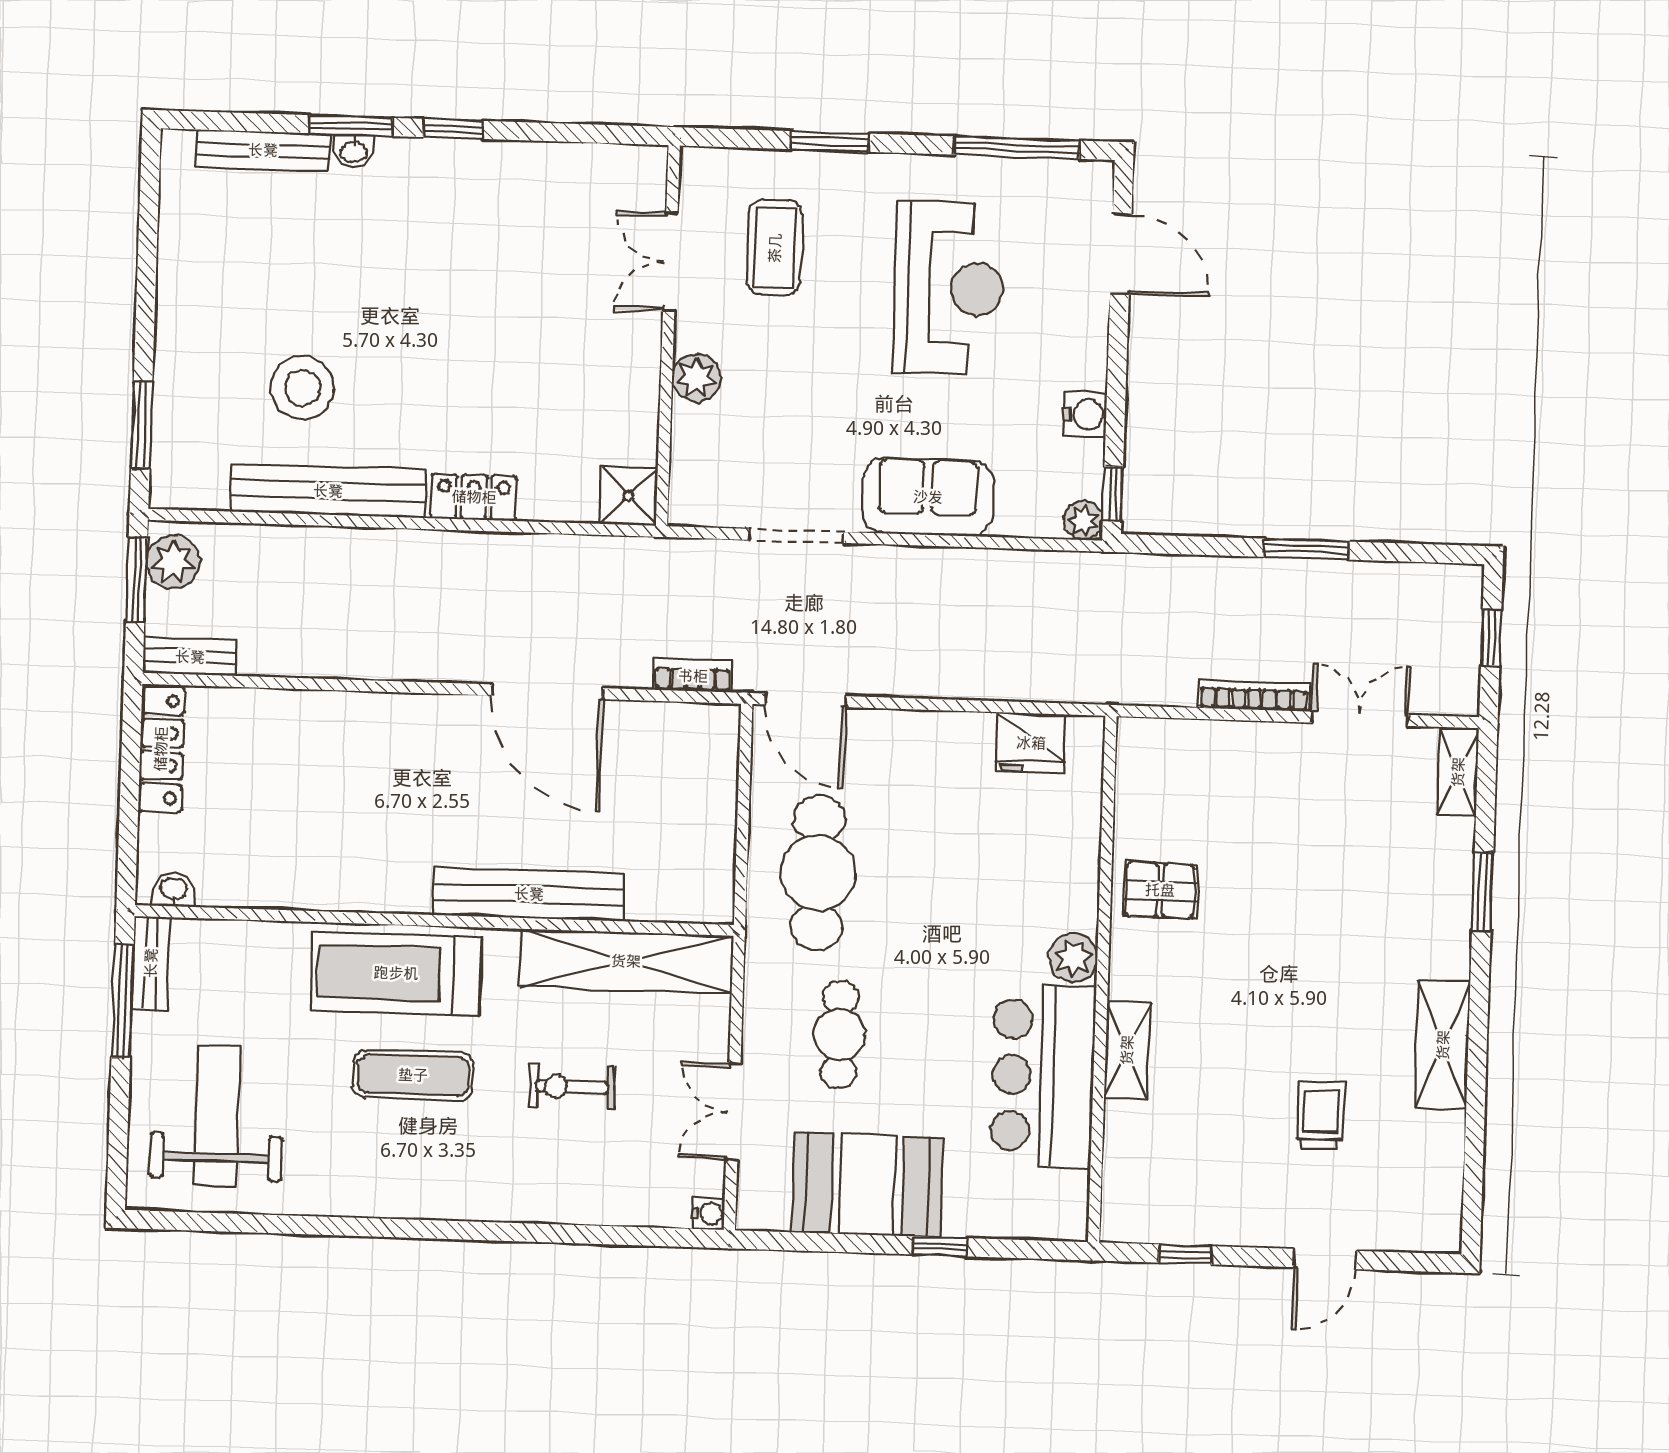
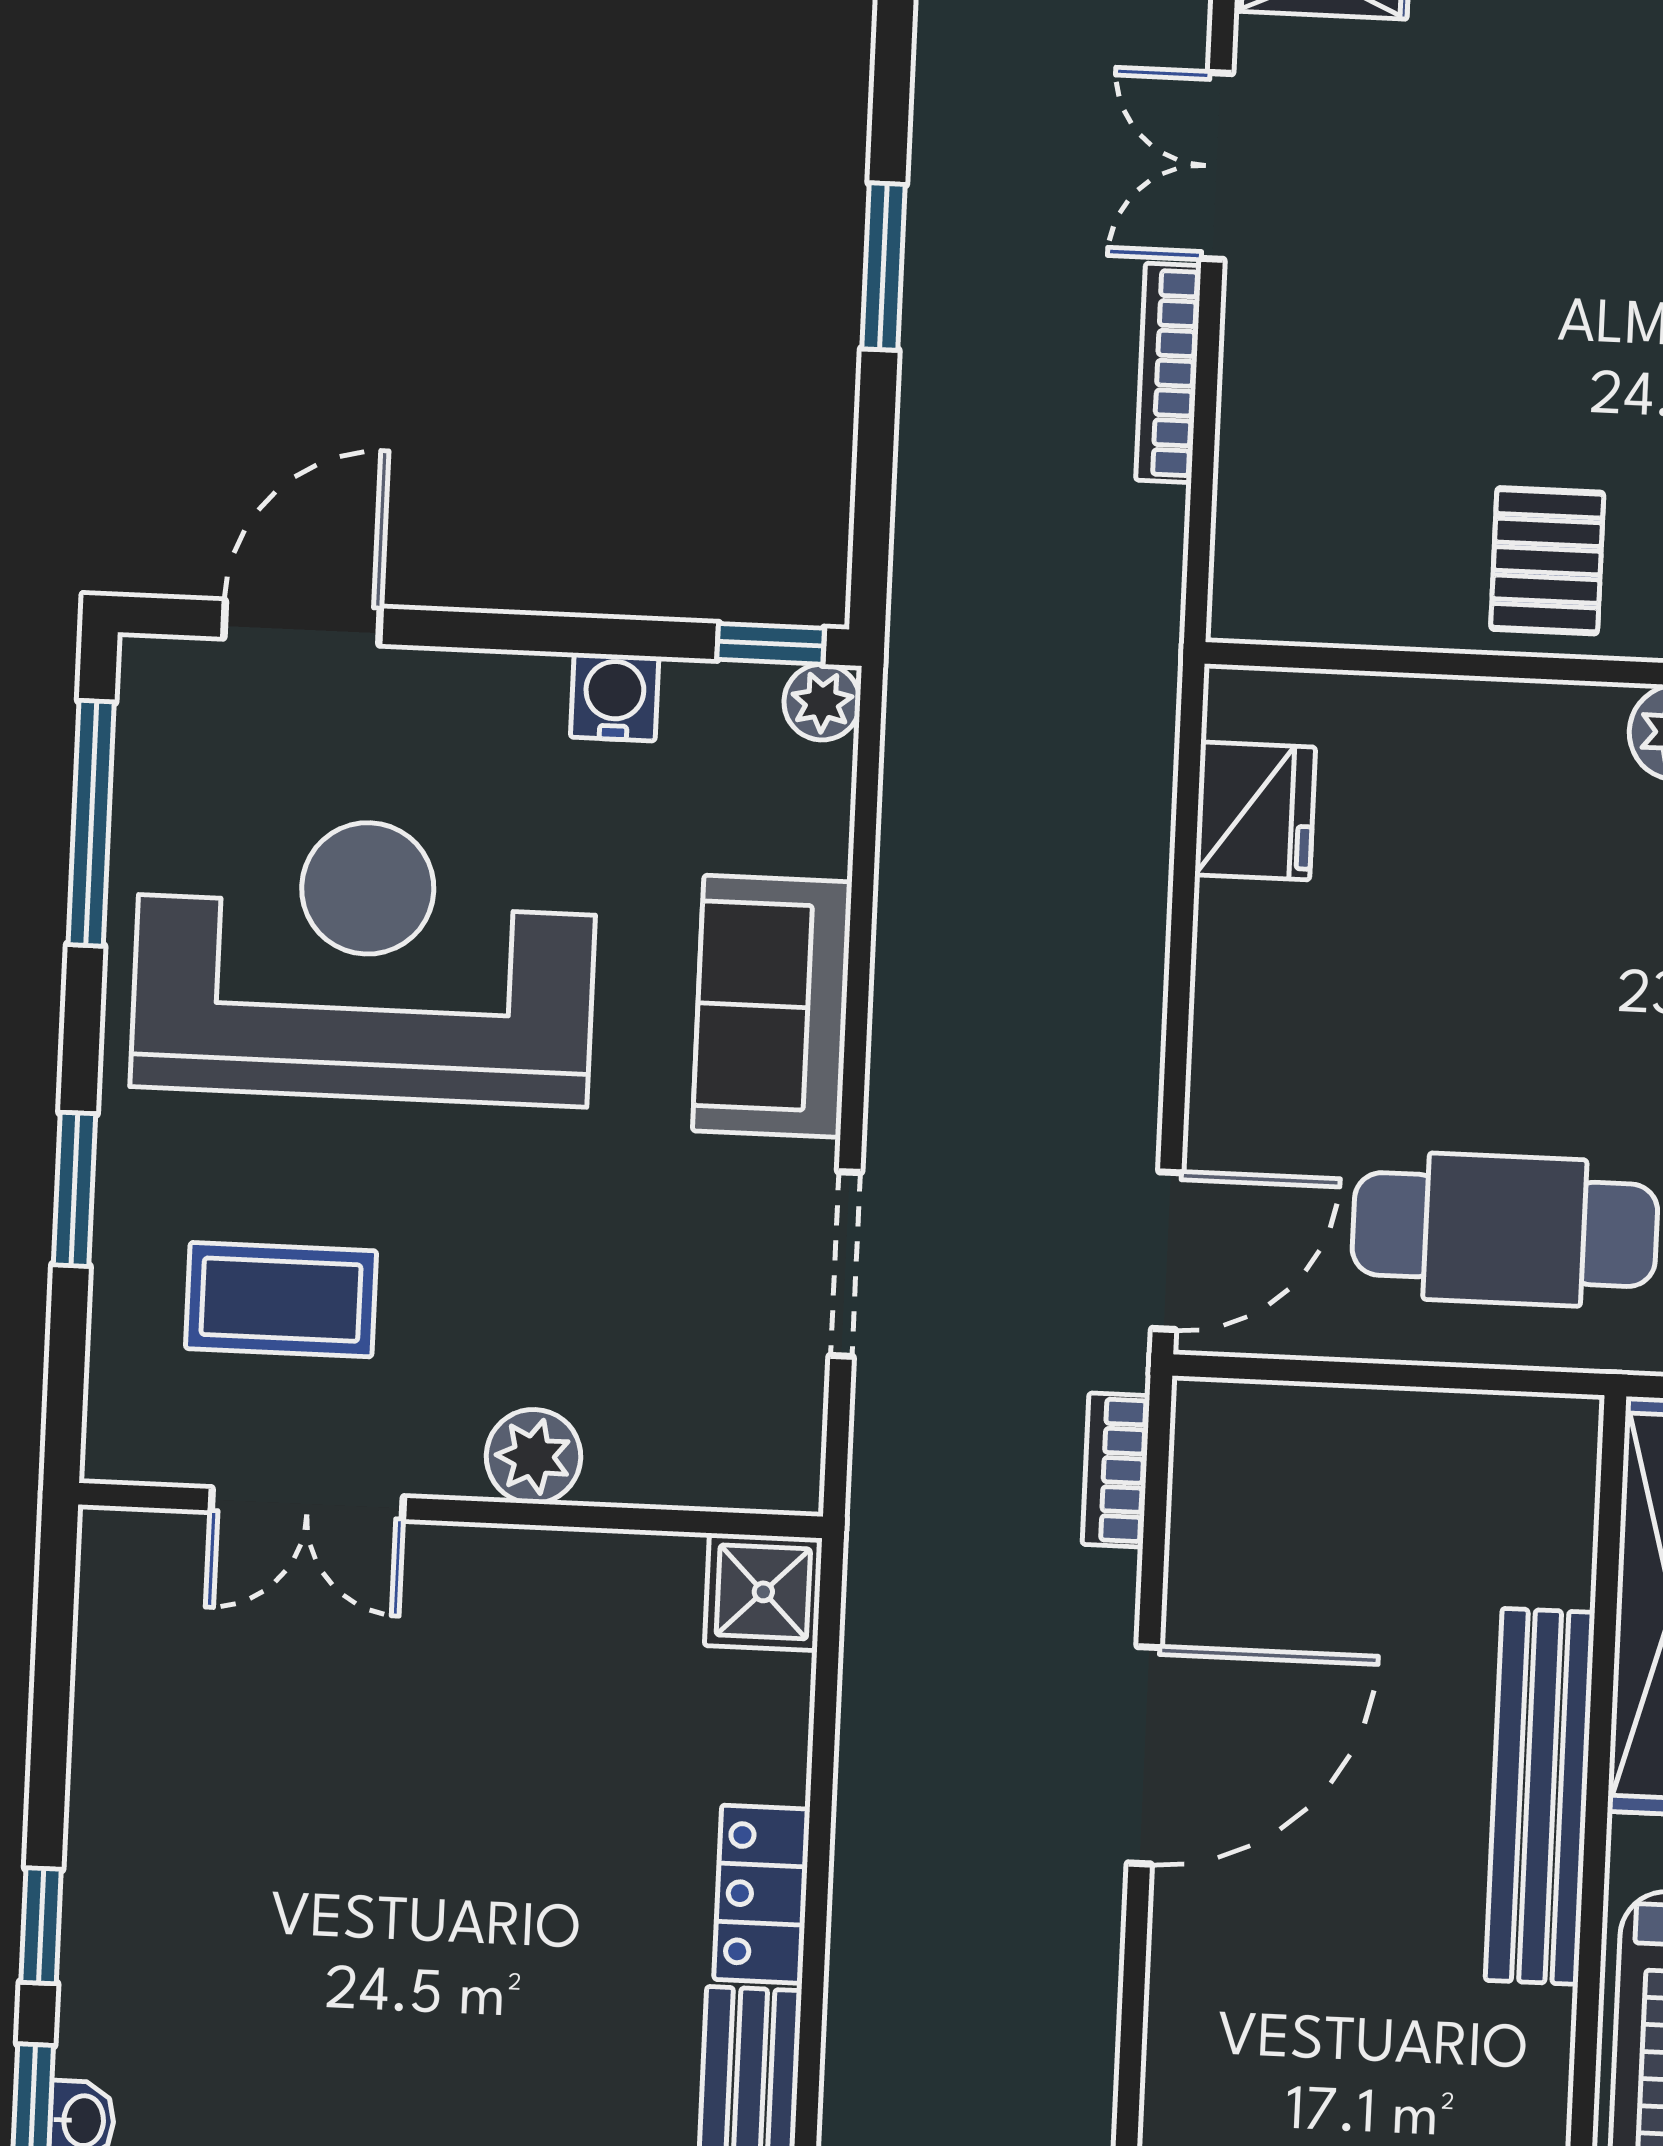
reception desk: (949, 288) -> (364, 960), width x1.36, depth x1.30

